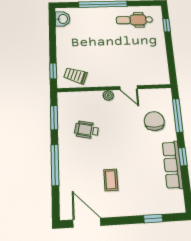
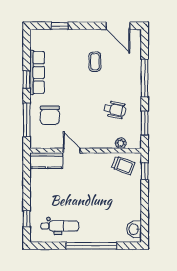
kitchen counter: (153, 77) -> (47, 161), added
plant: (108, 95) -> (121, 143), moved

